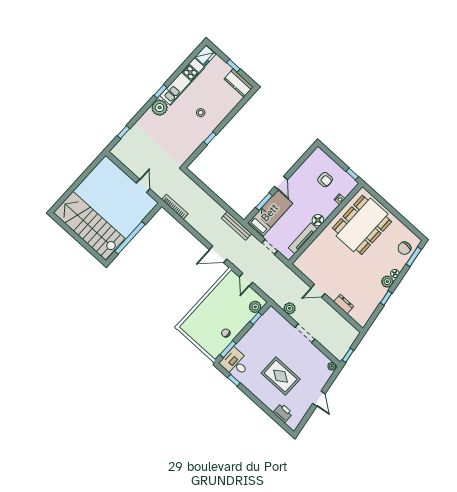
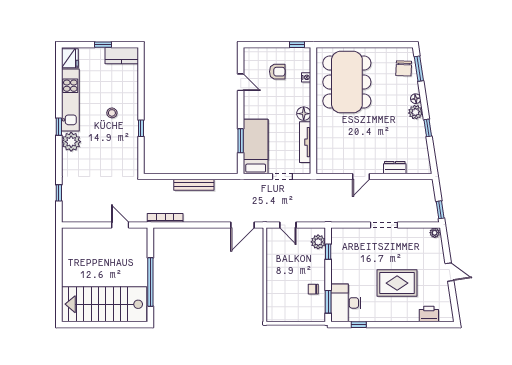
door: (281, 183) -> (241, 82), moved
bench: (236, 226) -> (194, 185), moved
plant: (290, 308) -> (350, 215), removed
desk: (235, 363) -> (346, 303), width x1.37

